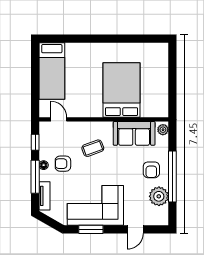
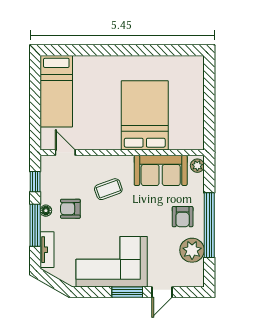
window: (91, 229) -> (127, 292), moved

